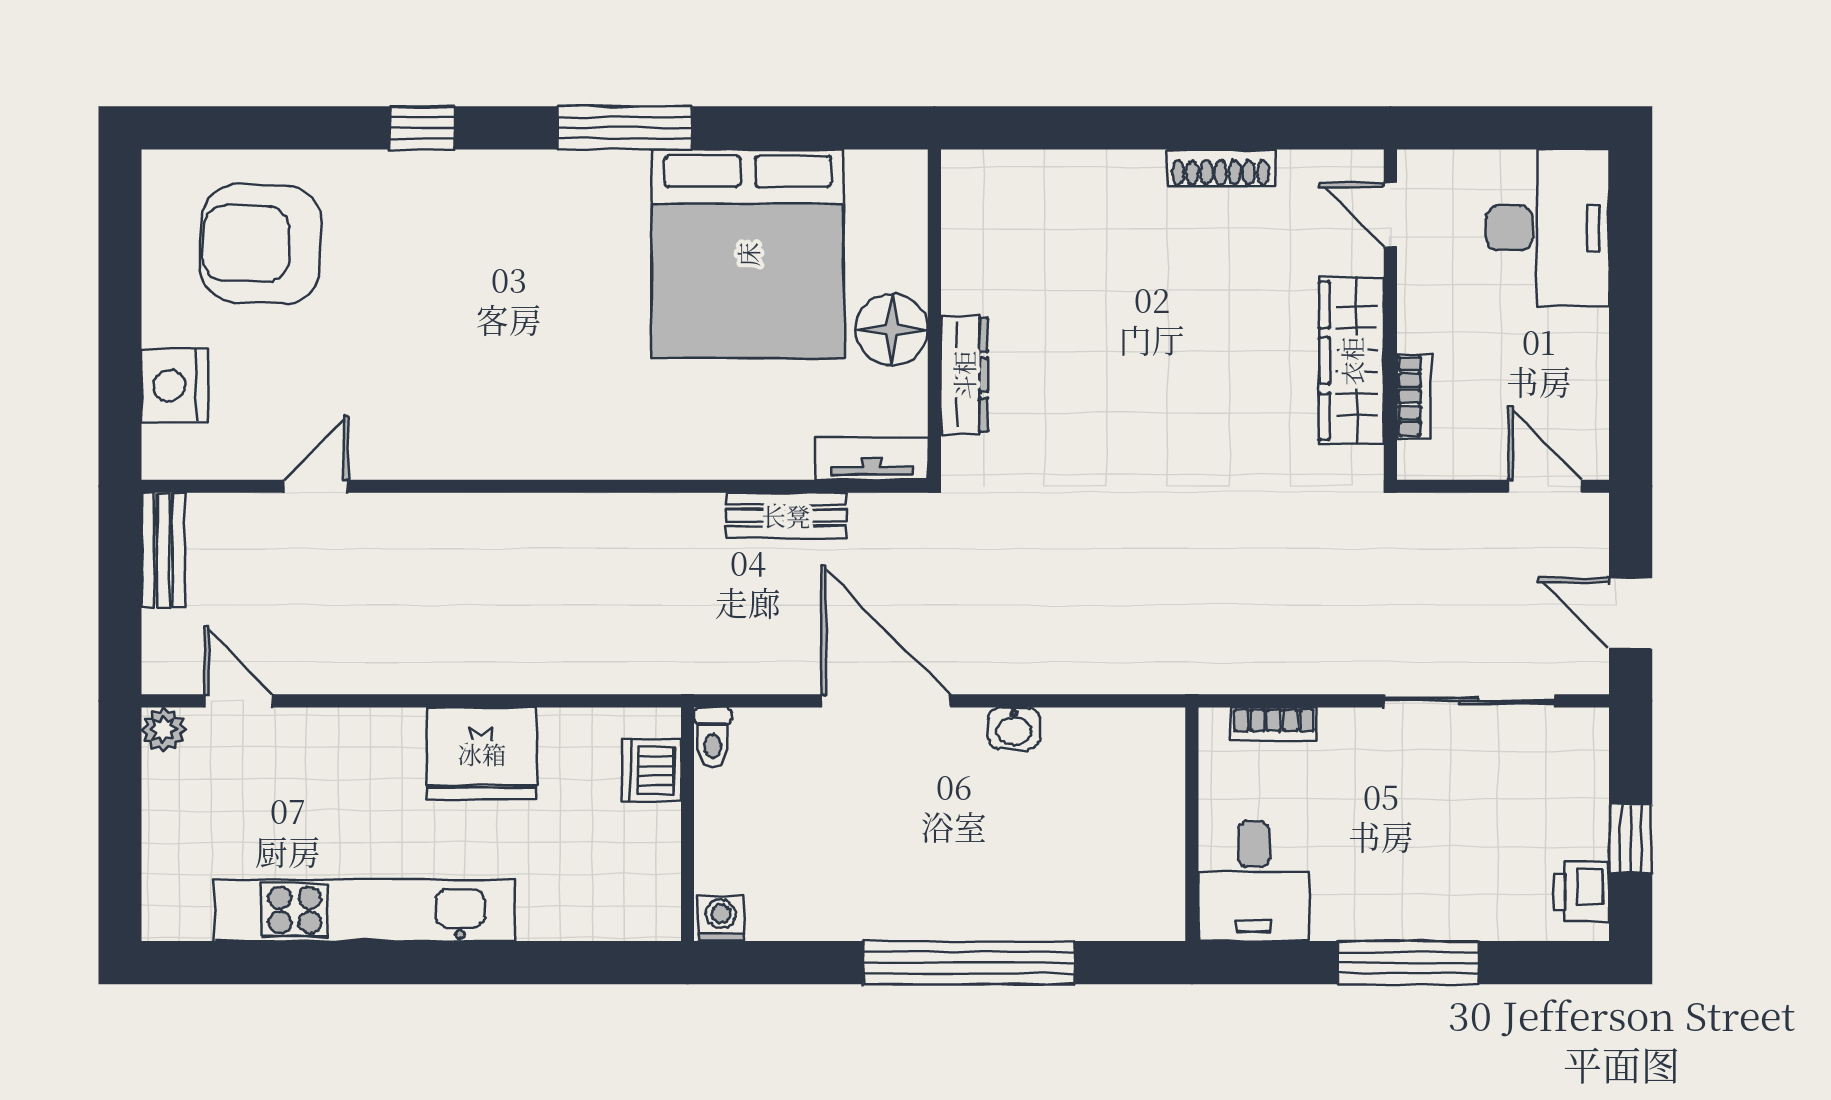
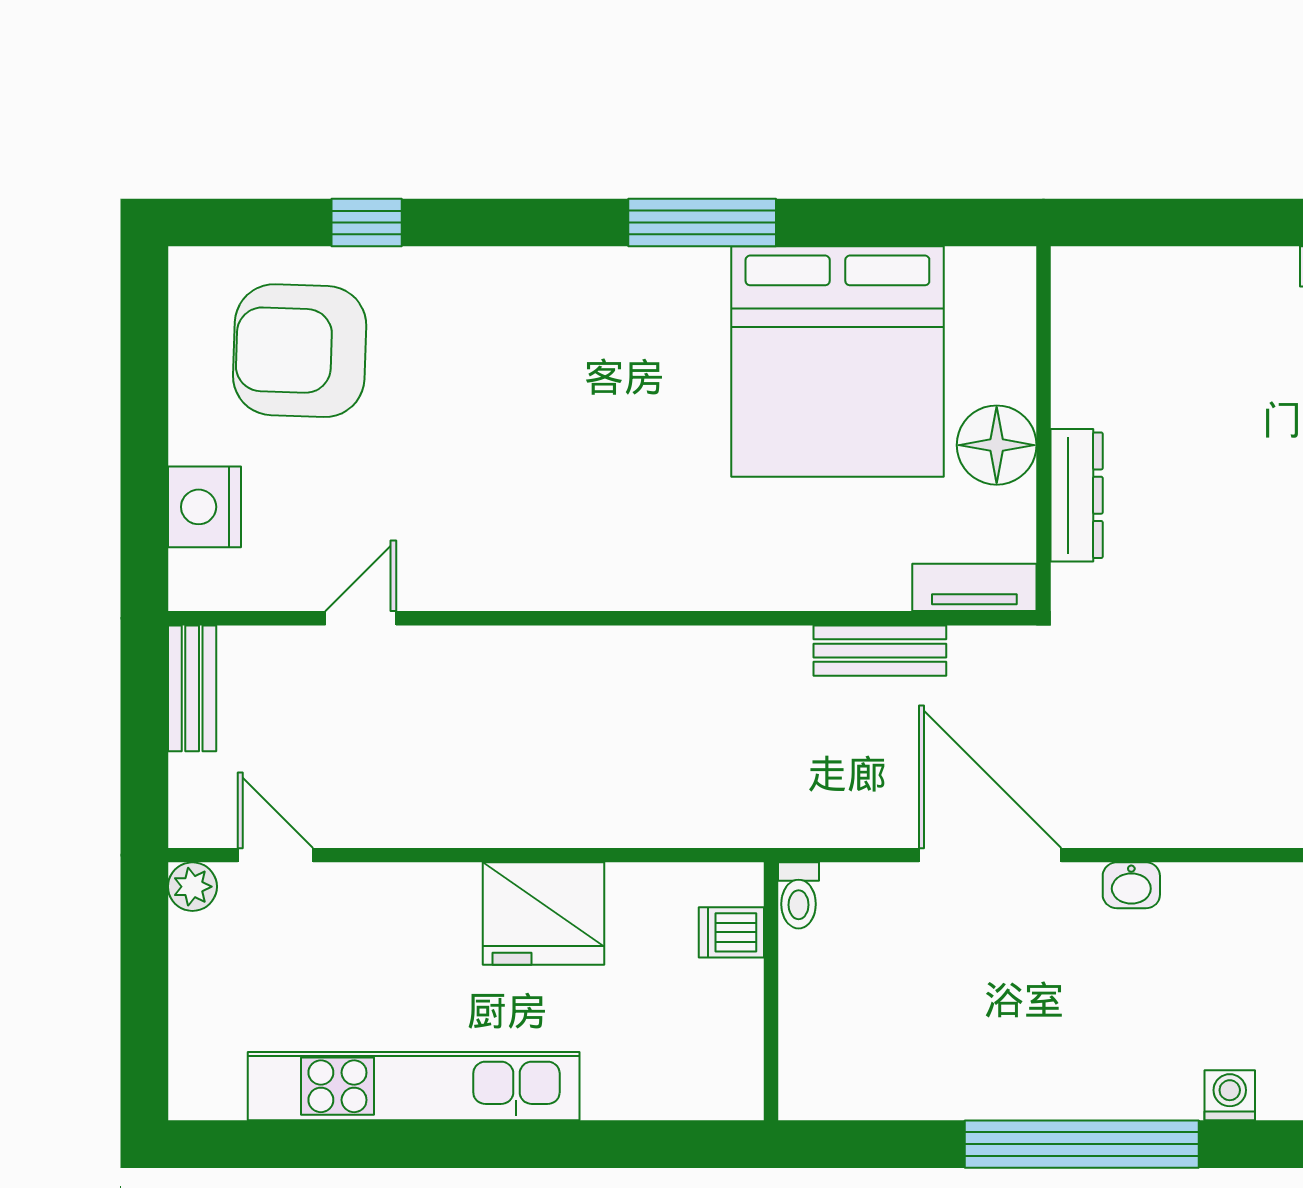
window: (422, 128) -> (367, 223), moved
dishwasher: (652, 771) -> (731, 932), width x0.73
washing machine: (721, 918) -> (1230, 1095), moved

